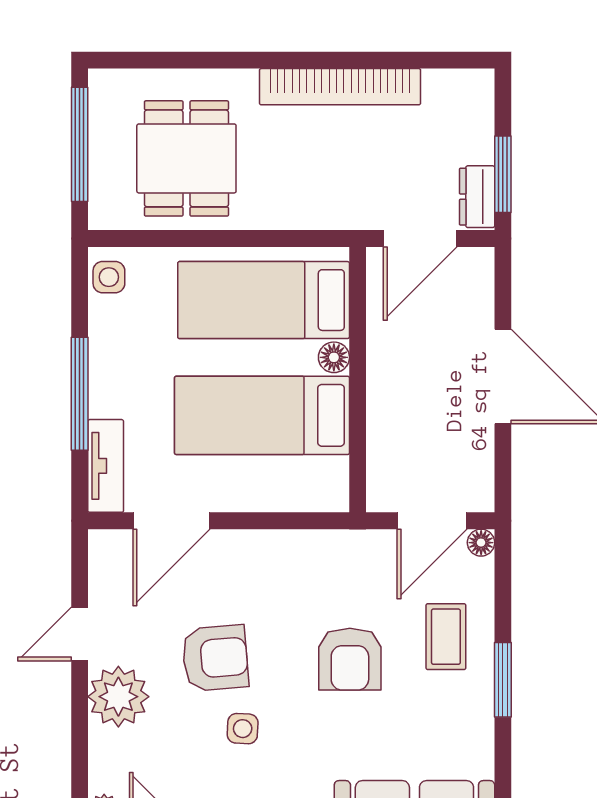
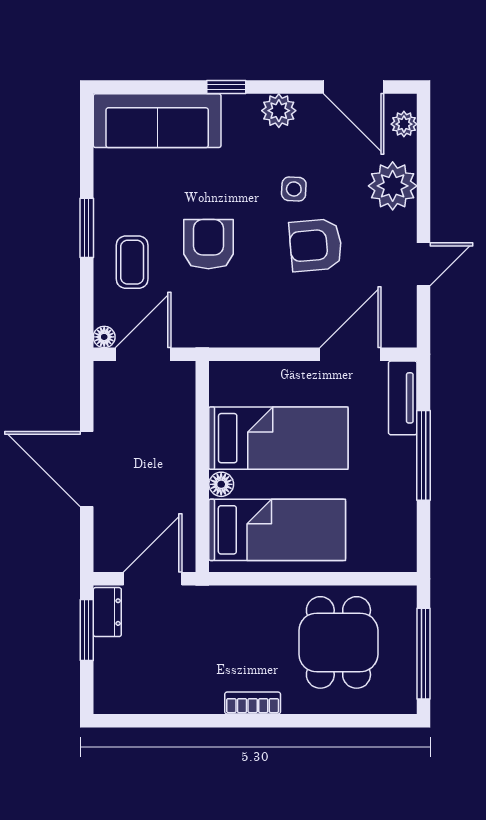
bookcase: (340, 87) -> (253, 703), width x0.43, depth x0.76
side table: (109, 277) -> (400, 548), removed
plant: (118, 697) -> (393, 186), moved

